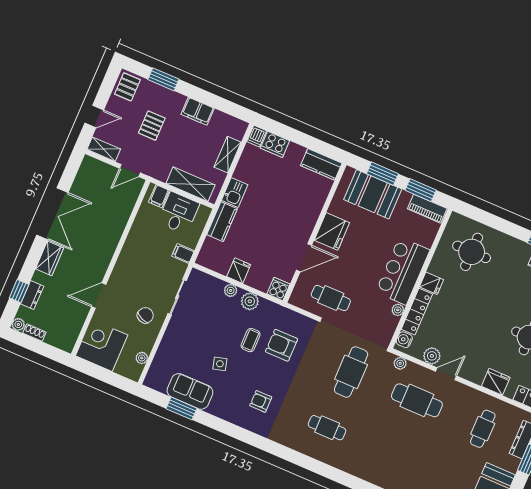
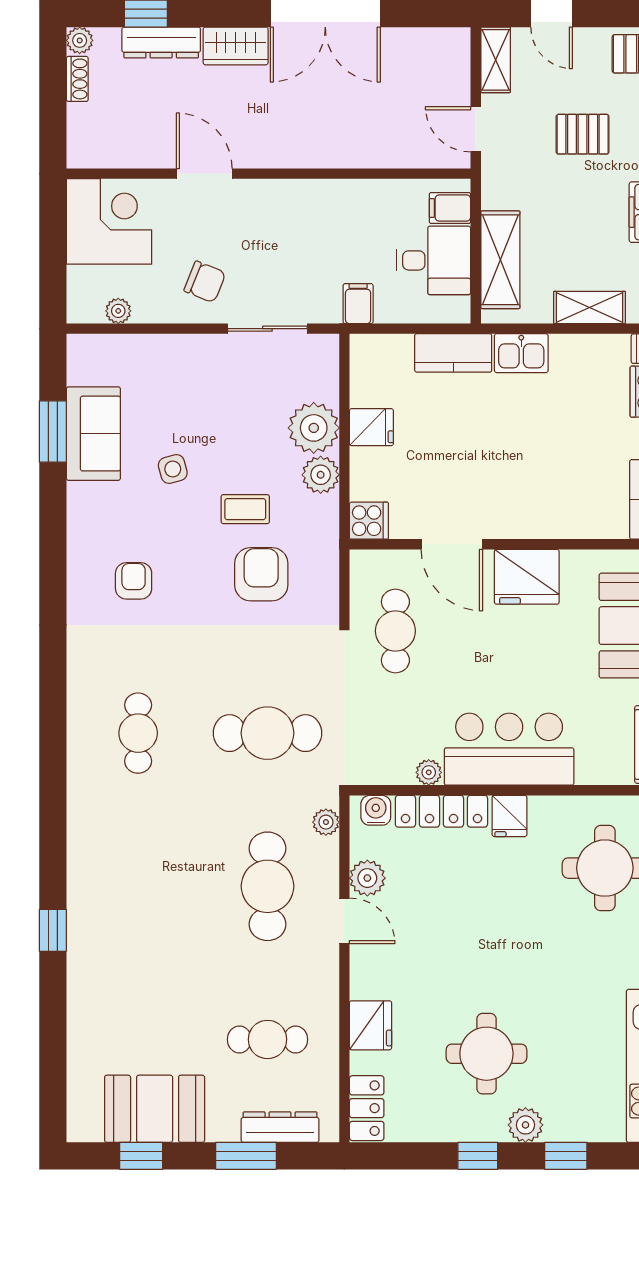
plant: (231, 290) -> (314, 428), width x1.88, depth x1.88
dresser: (32, 295) -> (161, 42), width x1.44

